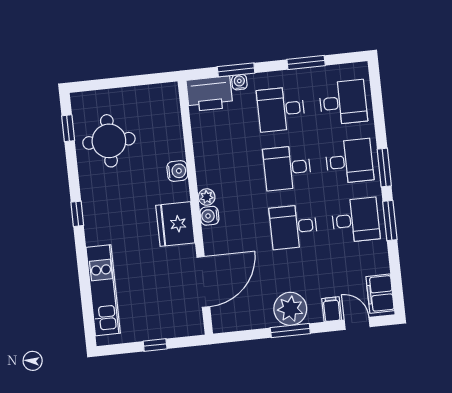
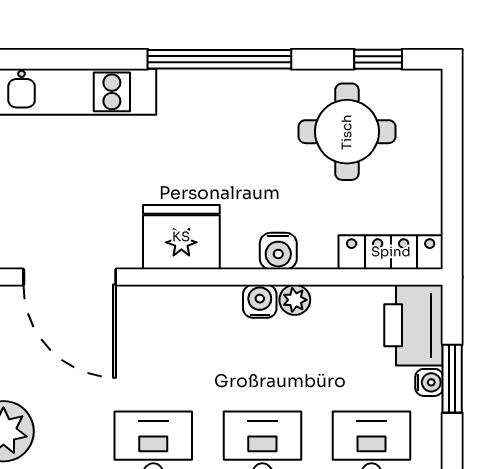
locker: (171, 110) -> (391, 252), added
plant: (207, 197) -> (295, 300), moved
window: (77, 214) -> (219, 59), width x3.17
water cooler: (209, 216) -> (260, 301), moved

